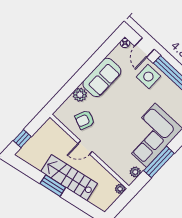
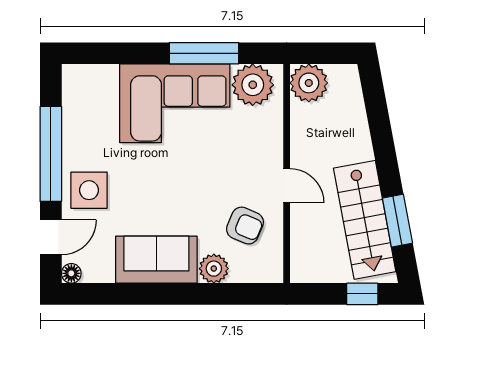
plant: (135, 172) -> (253, 85), width x1.87, depth x1.87
stairs: (69, 178) -> (365, 220), moved
window: (53, 186) -> (397, 221), moved
plant: (120, 189) -> (309, 83), width x1.87, depth x1.87

